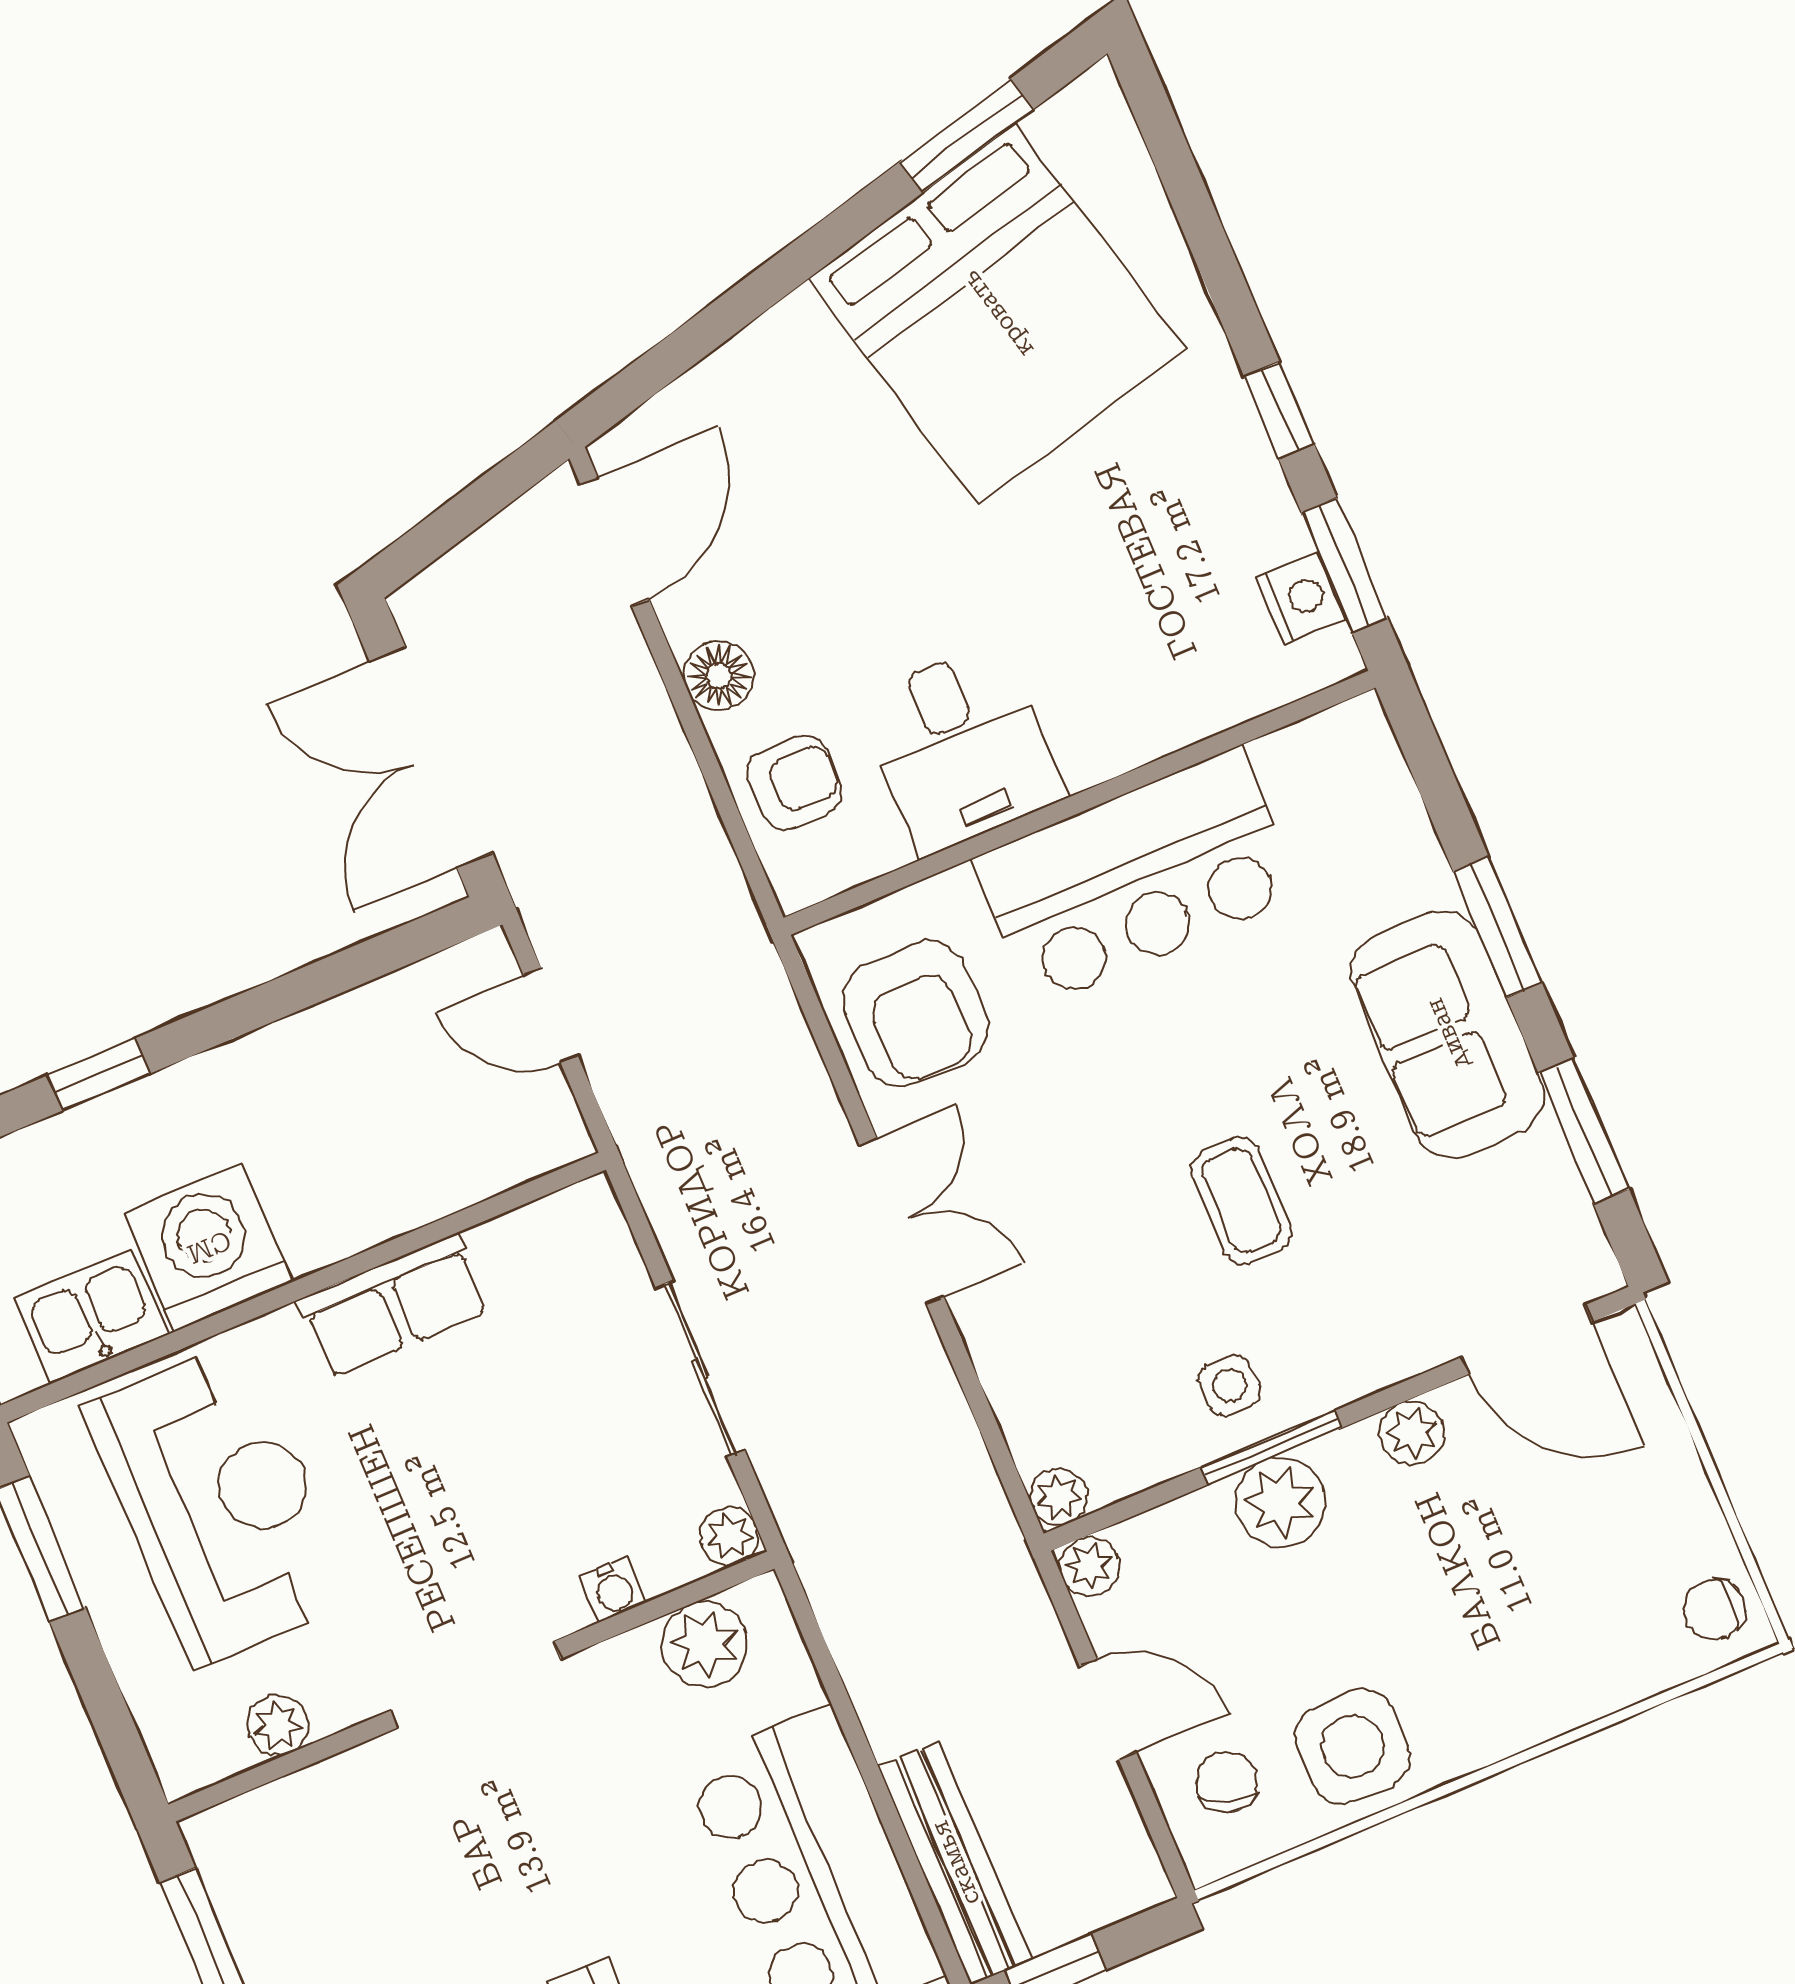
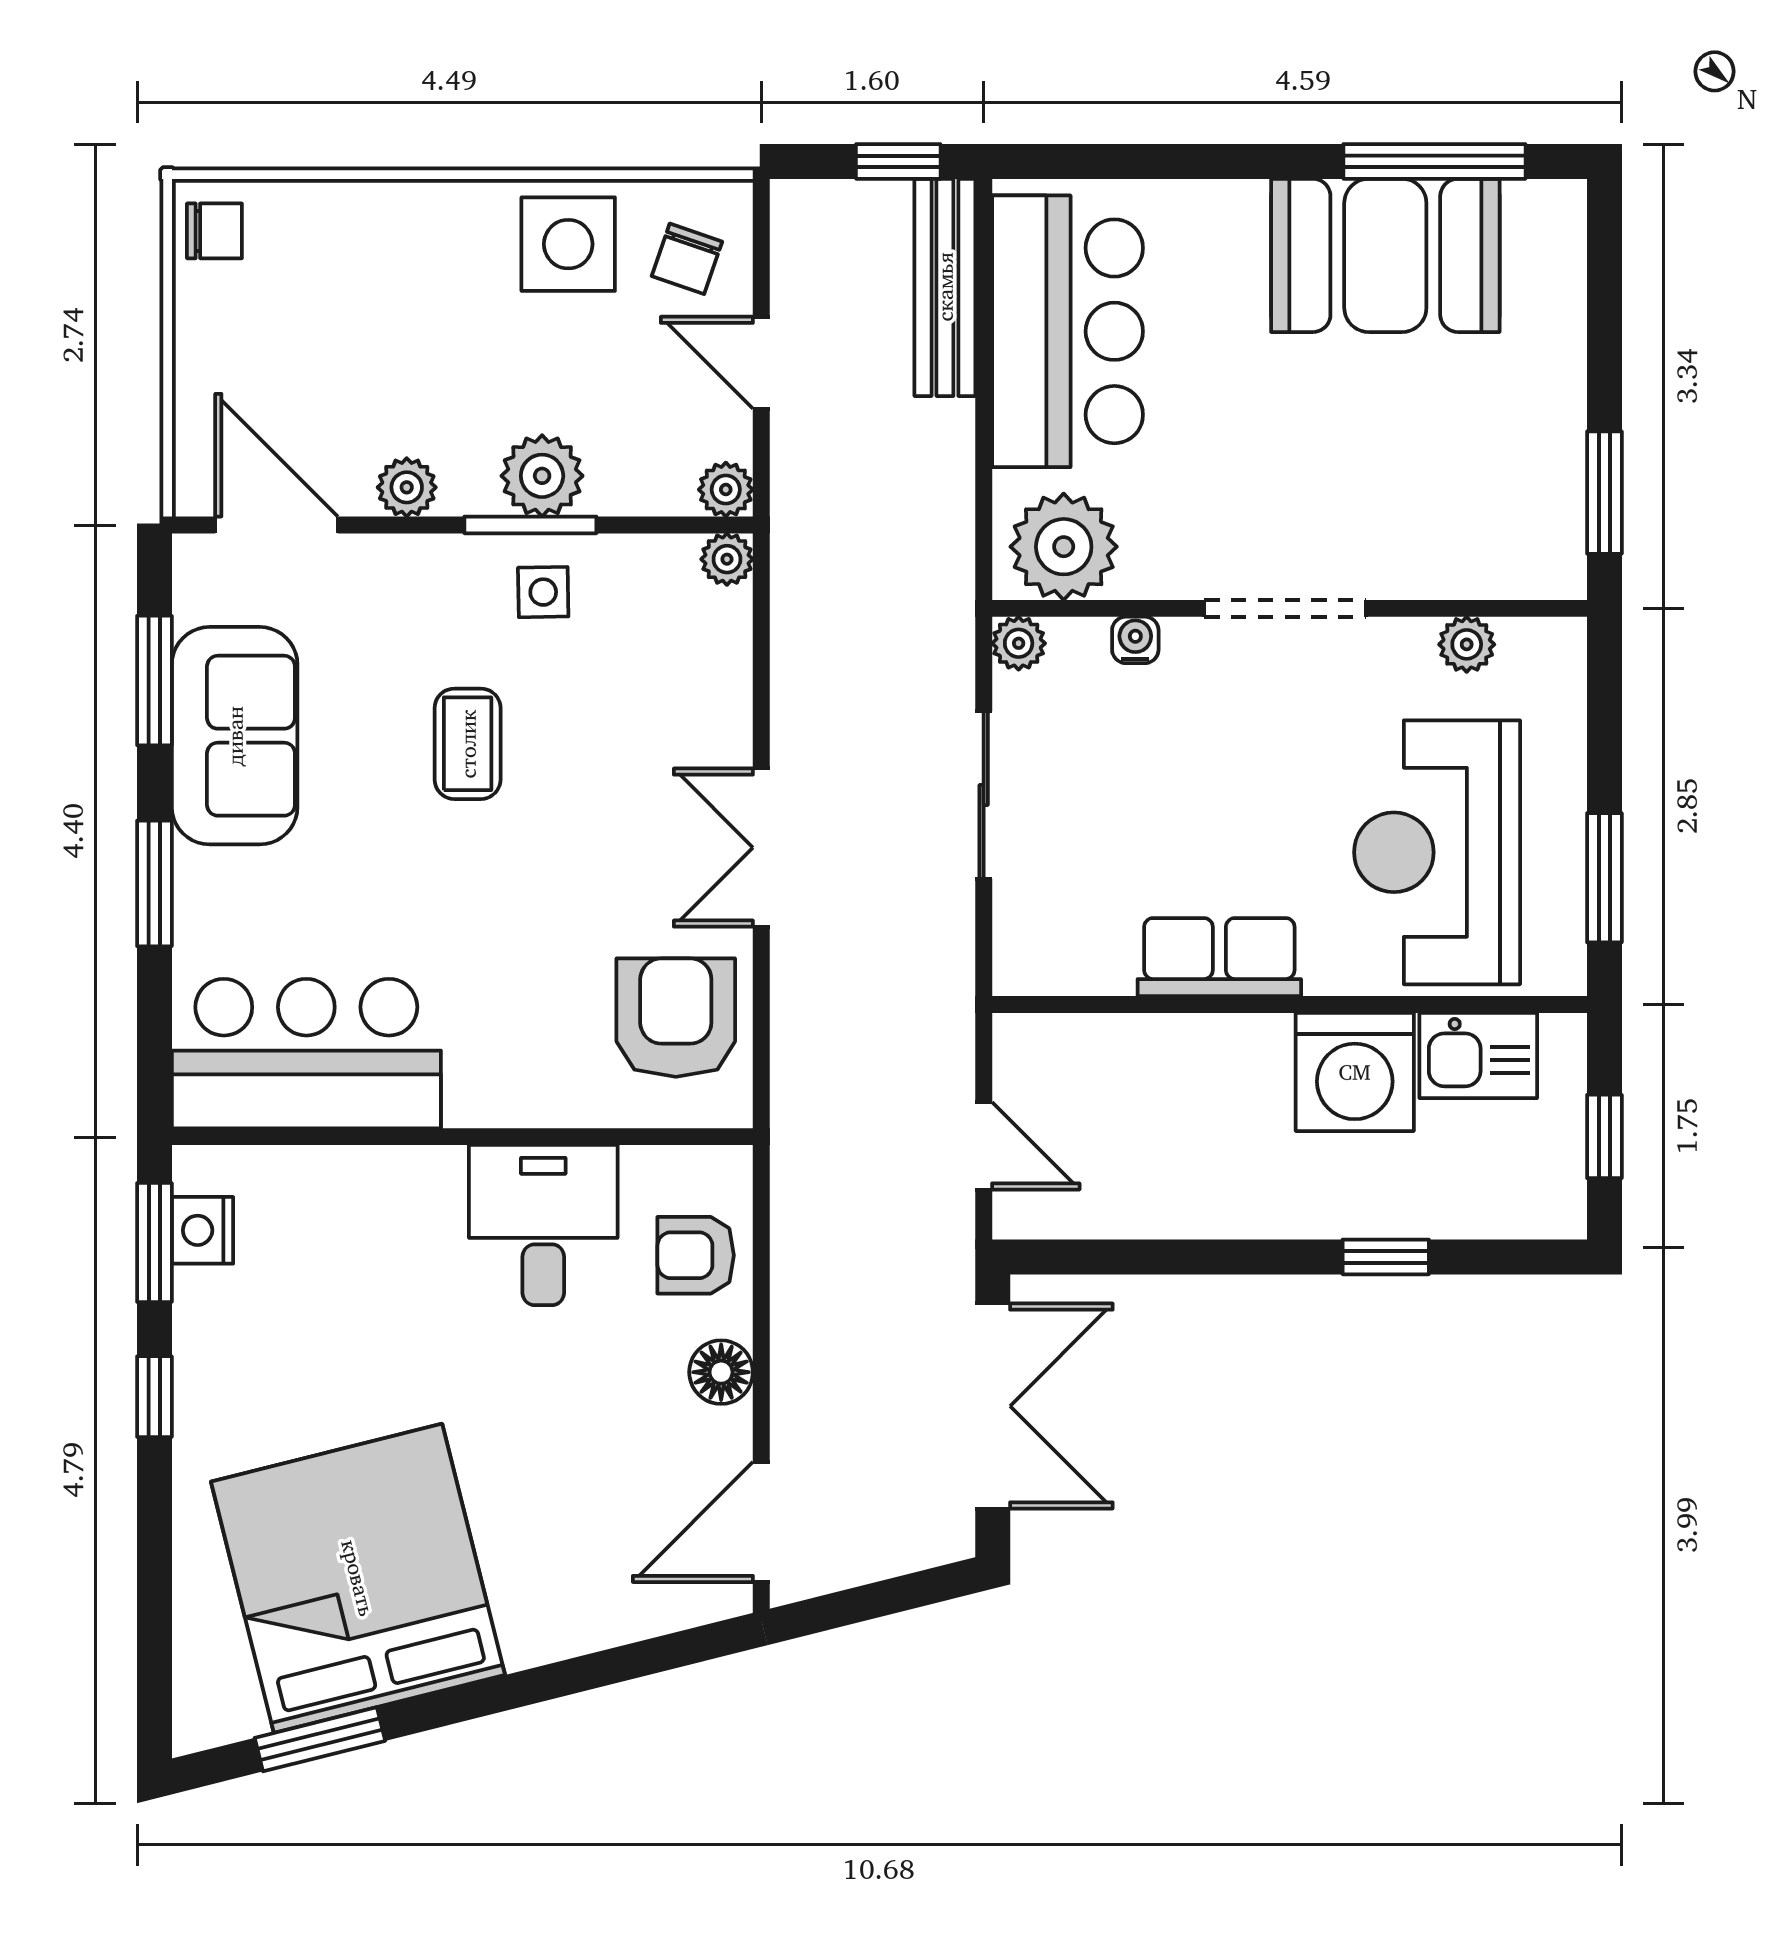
bar counter: (1138, 877) -> (306, 1054), moved
sofa: (1447, 1034) -> (235, 736), moved
plant: (705, 1644) -> (1064, 547), width x1.36, depth x1.36

